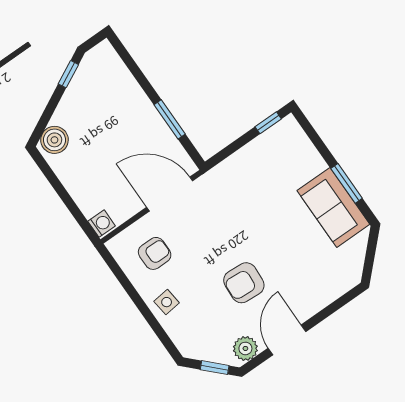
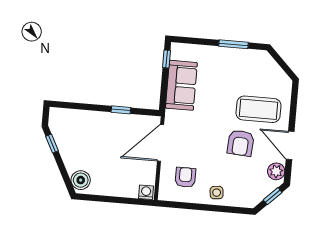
window: (170, 119) -> (121, 110), width x0.67
sofa: (333, 207) -> (181, 85), moved, turned -90
coffee table: (298, 271) -> (259, 109), added

